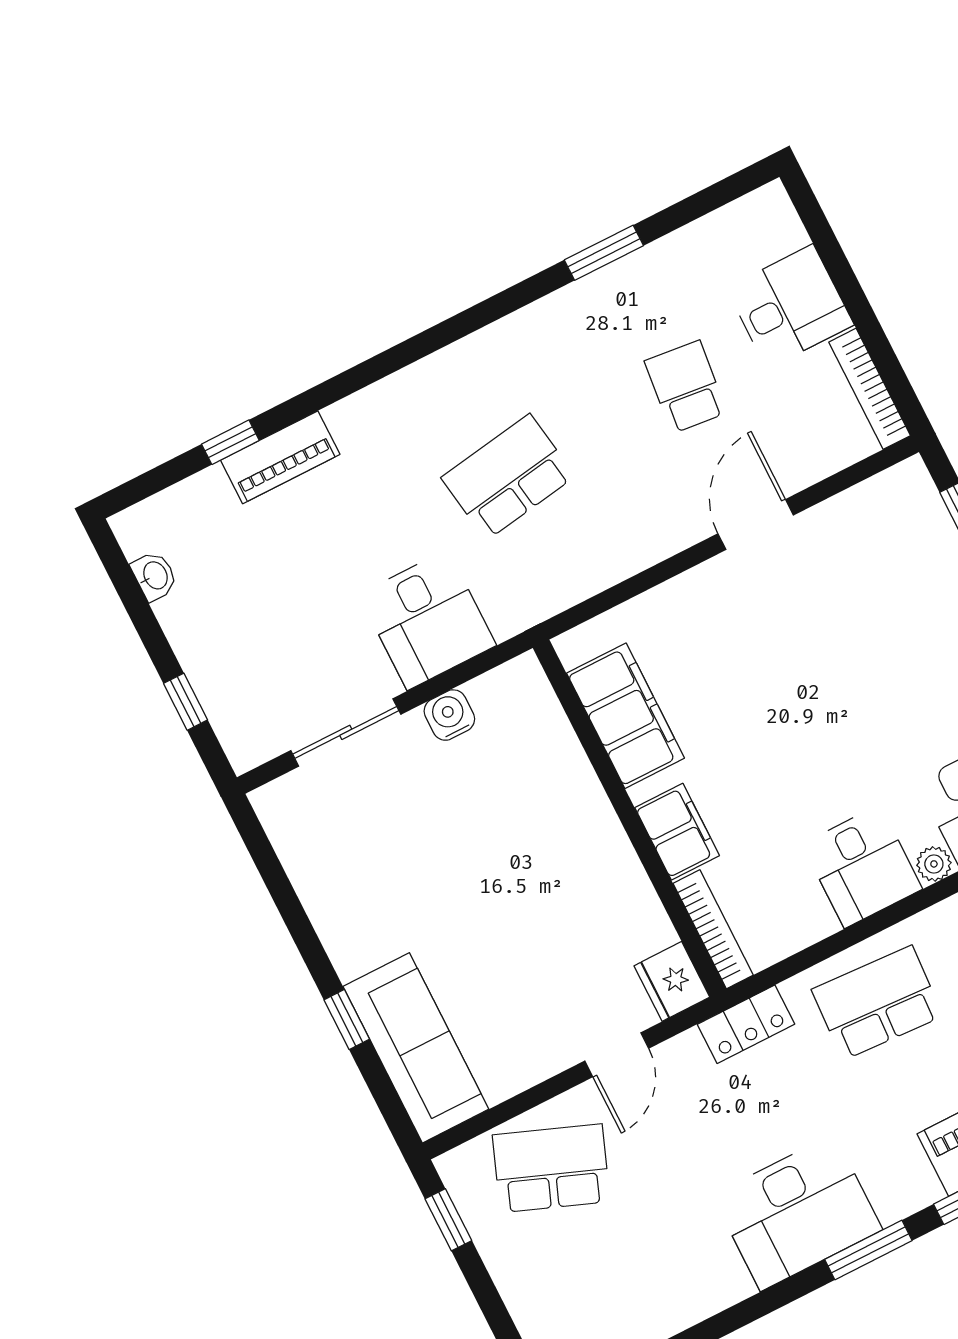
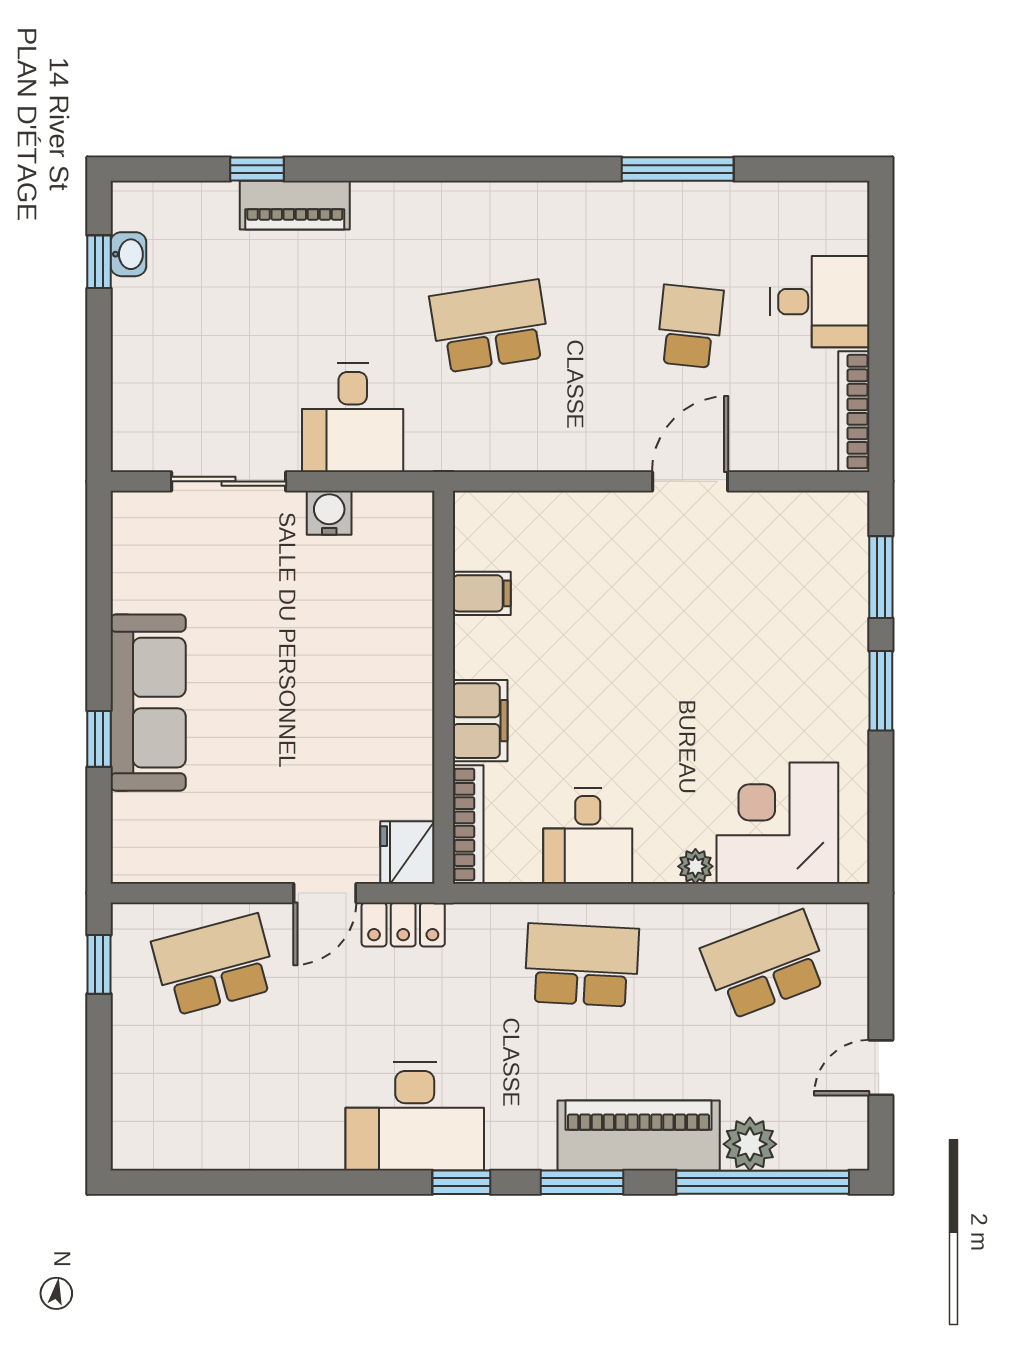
window: (604, 253) -> (678, 169), width x1.44
window: (186, 702) -> (99, 262), moved
filing cabinet: (625, 716) -> (482, 593), width x0.33, depth x0.86
desk: (862, 867) -> (588, 836), moved
locker: (746, 1024) -> (403, 924), moved
sofa: (416, 1048) -> (148, 703), moved
school desk: (551, 1168) -> (214, 965), turned -36
window: (868, 1250) -> (461, 1182), width x0.67

